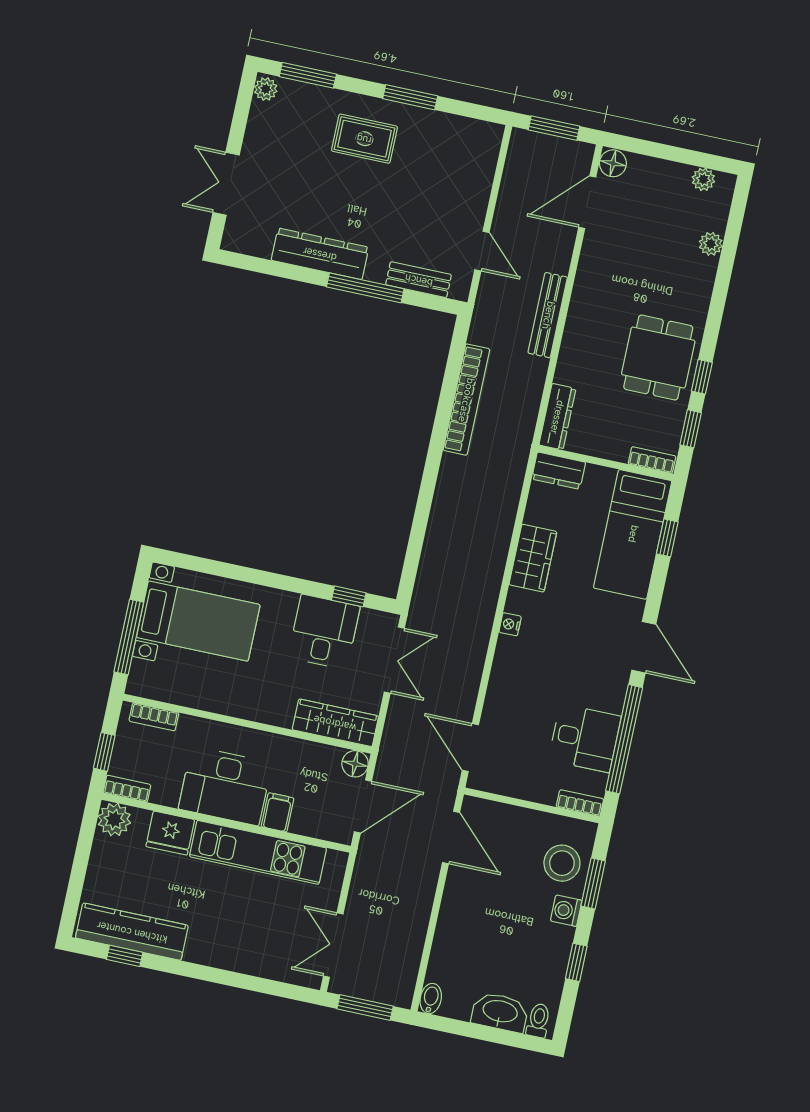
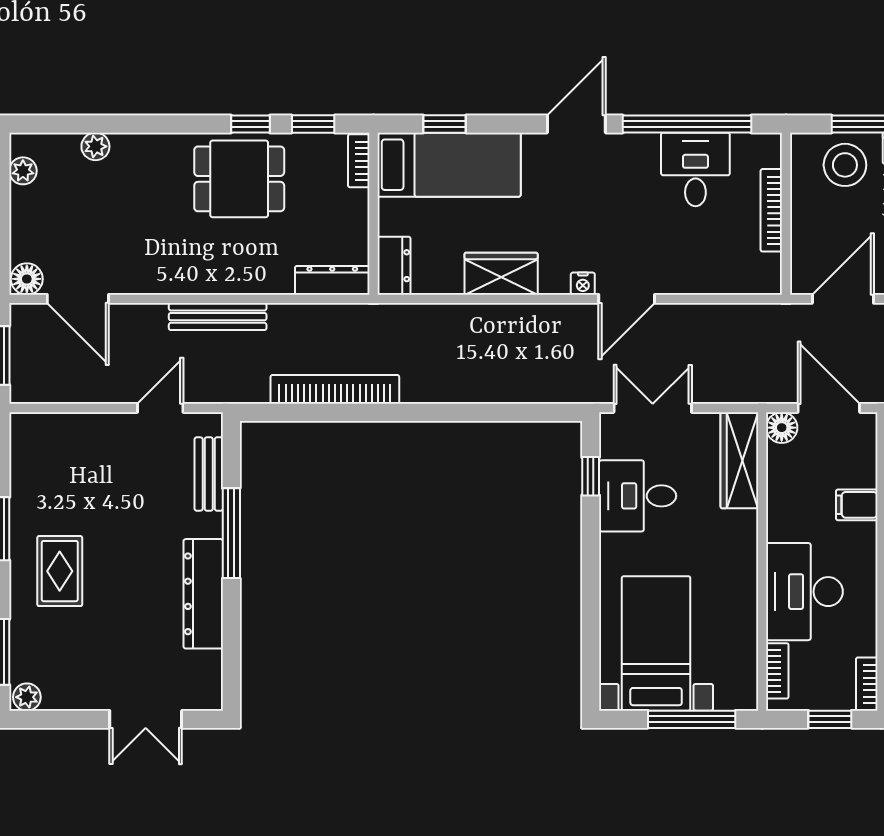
door: (470, 747) -> (627, 299), moved
desk: (225, 786) -> (804, 592), moved, turned 180
bookcase: (580, 803) -> (771, 210), moved, width x1.56

